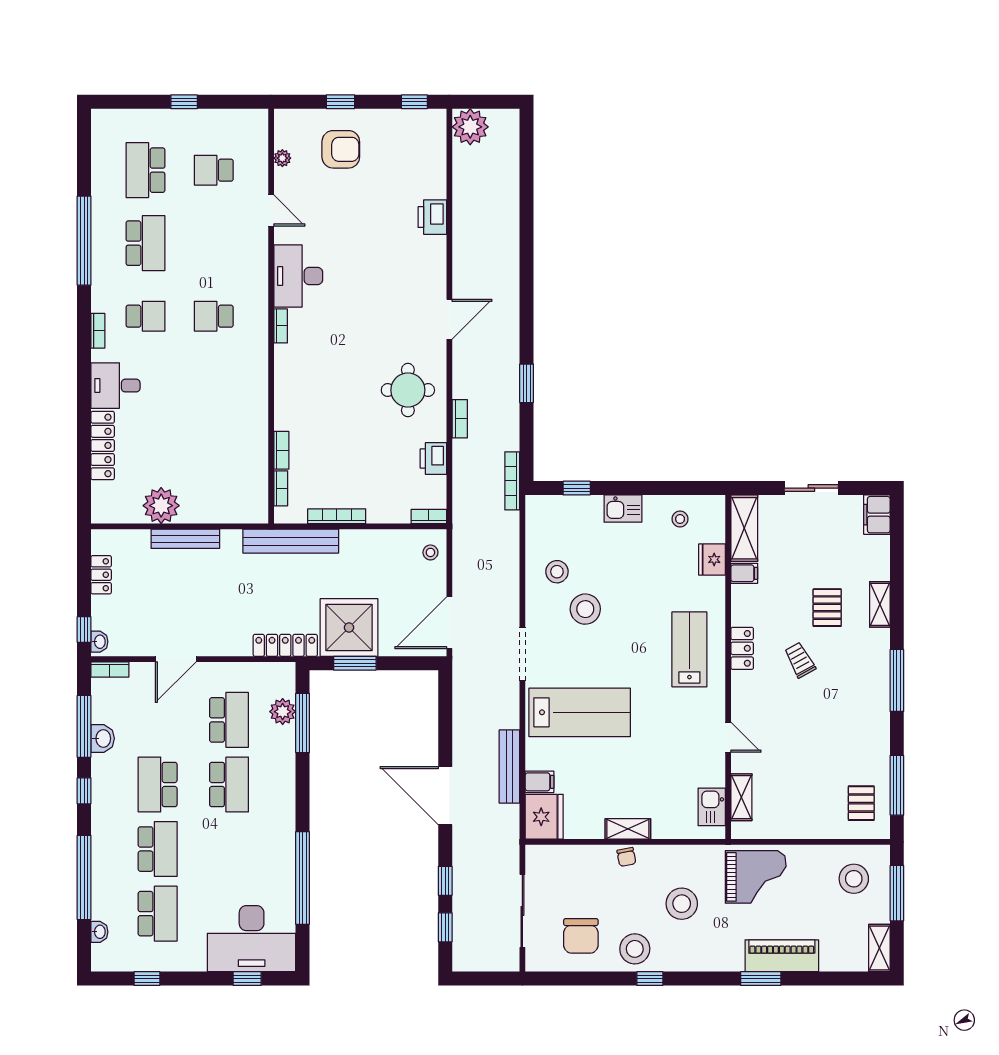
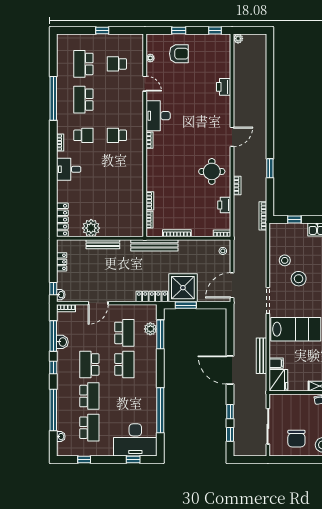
plant: (470, 127) -> (238, 39), width x0.53, depth x0.53
school desk: (145, 243) -> (83, 100), turned 180
locker: (103, 445) -> (62, 220), moved

